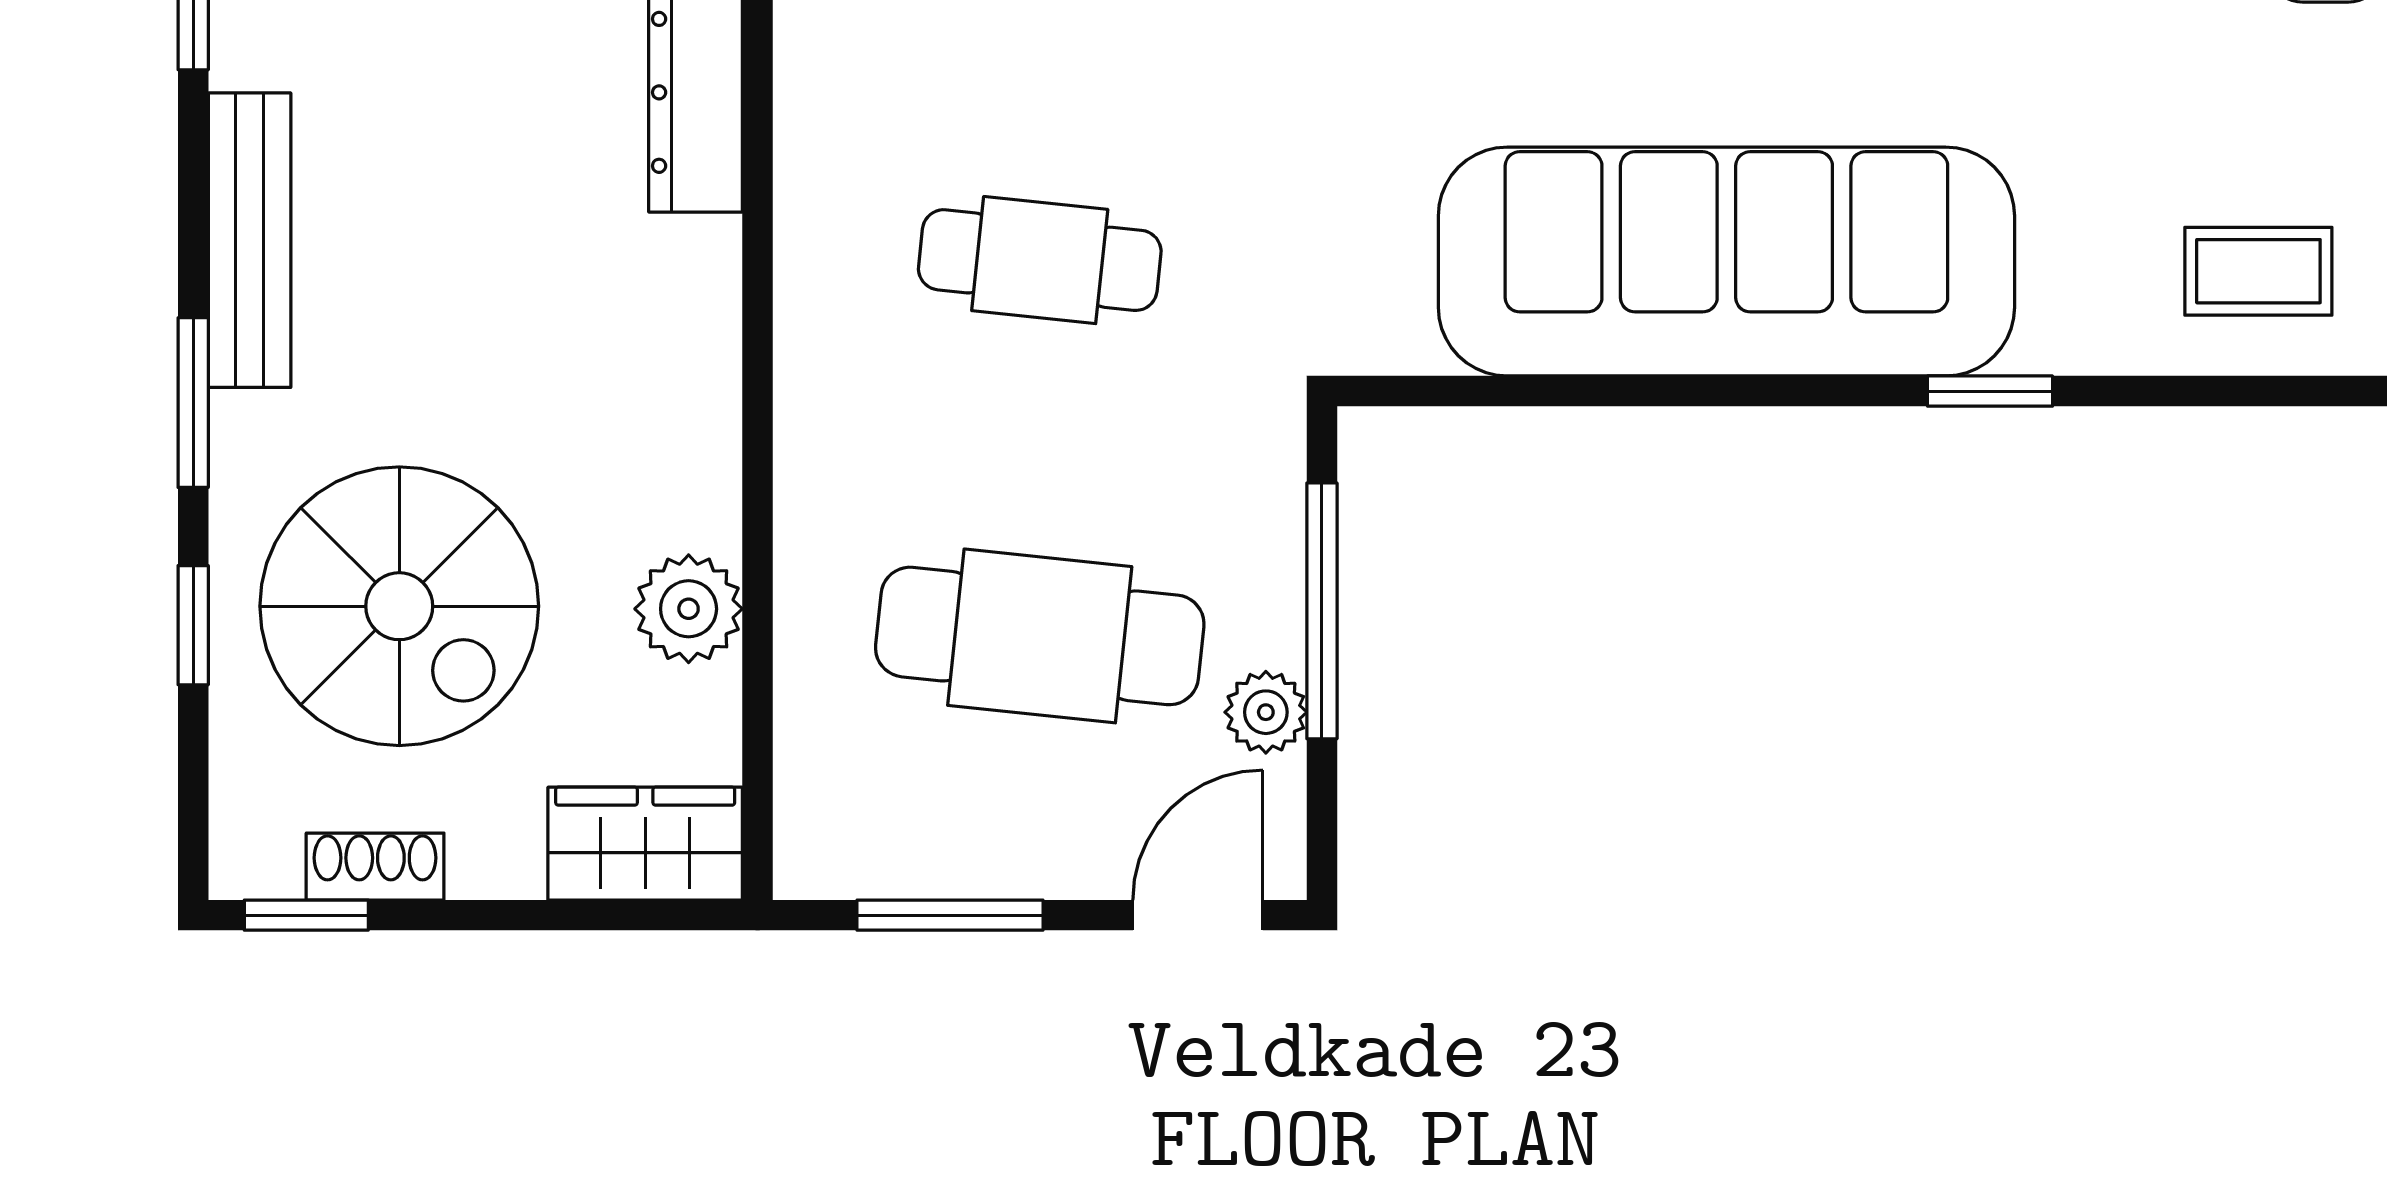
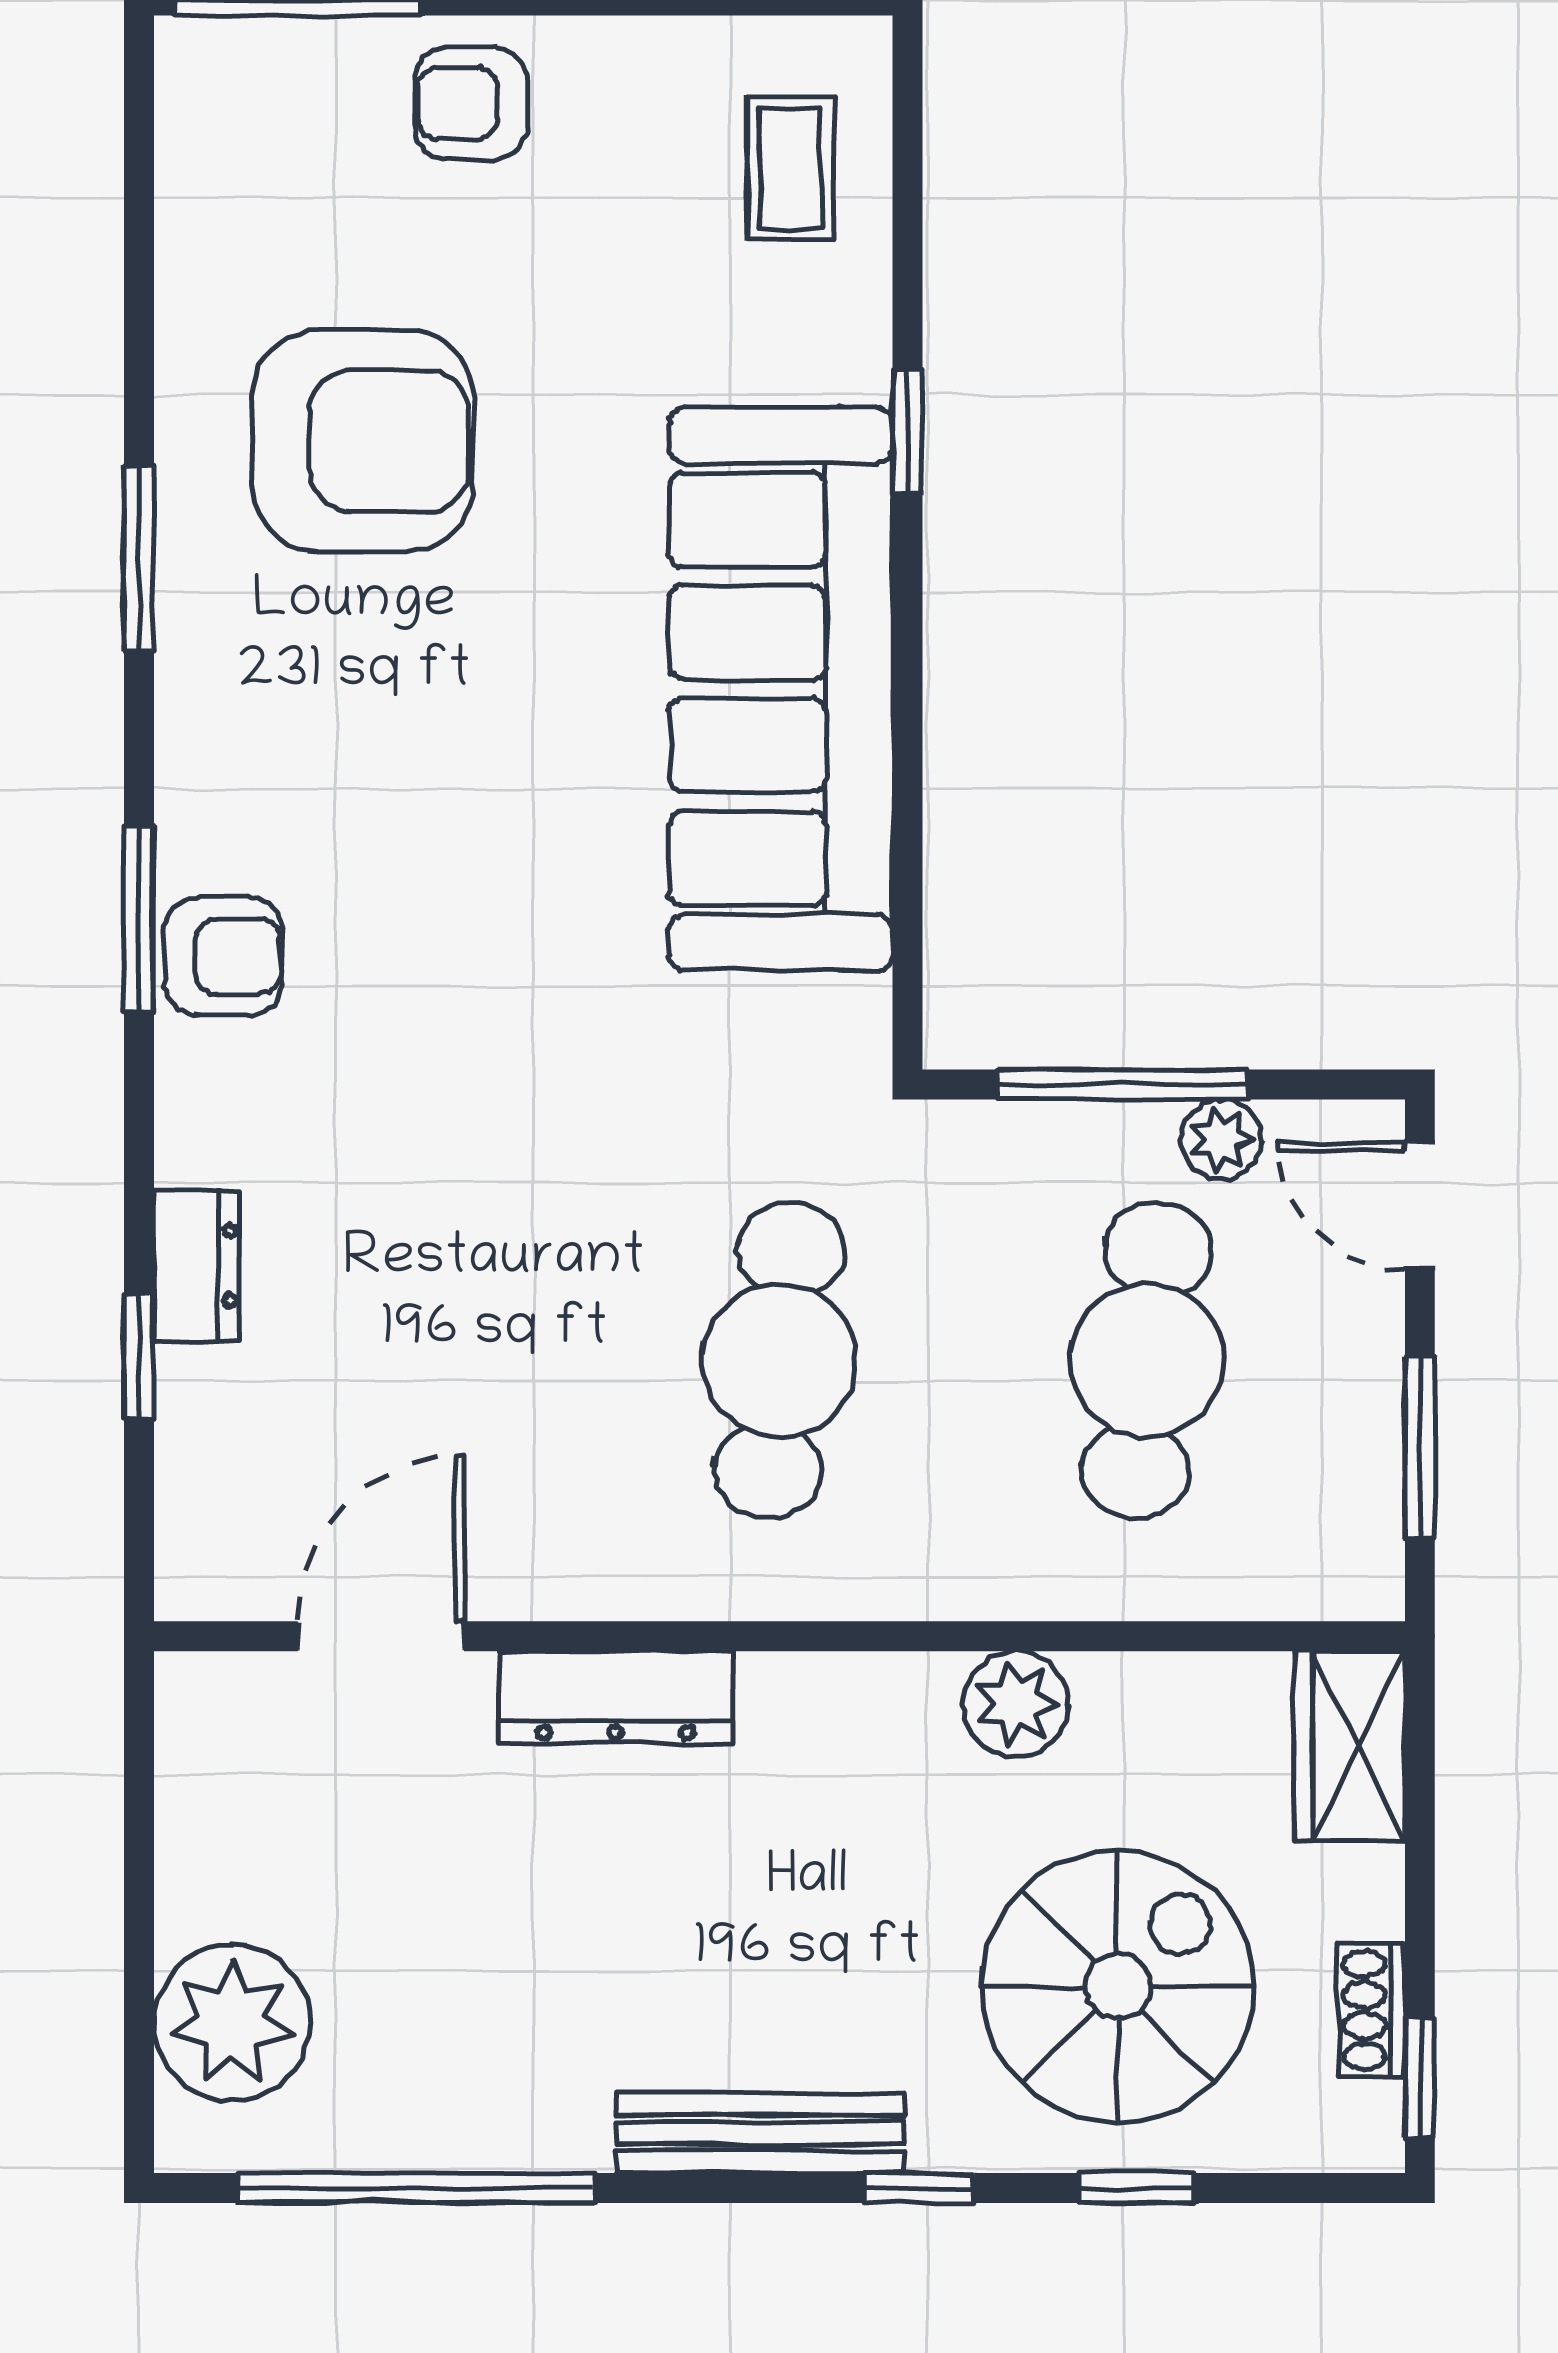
cafe table: (1040, 260) -> (779, 1360), width x1.37, depth x1.35
window: (193, 403) -> (919, 2188), width x0.67
plant: (689, 609) -> (1016, 1704), moved

